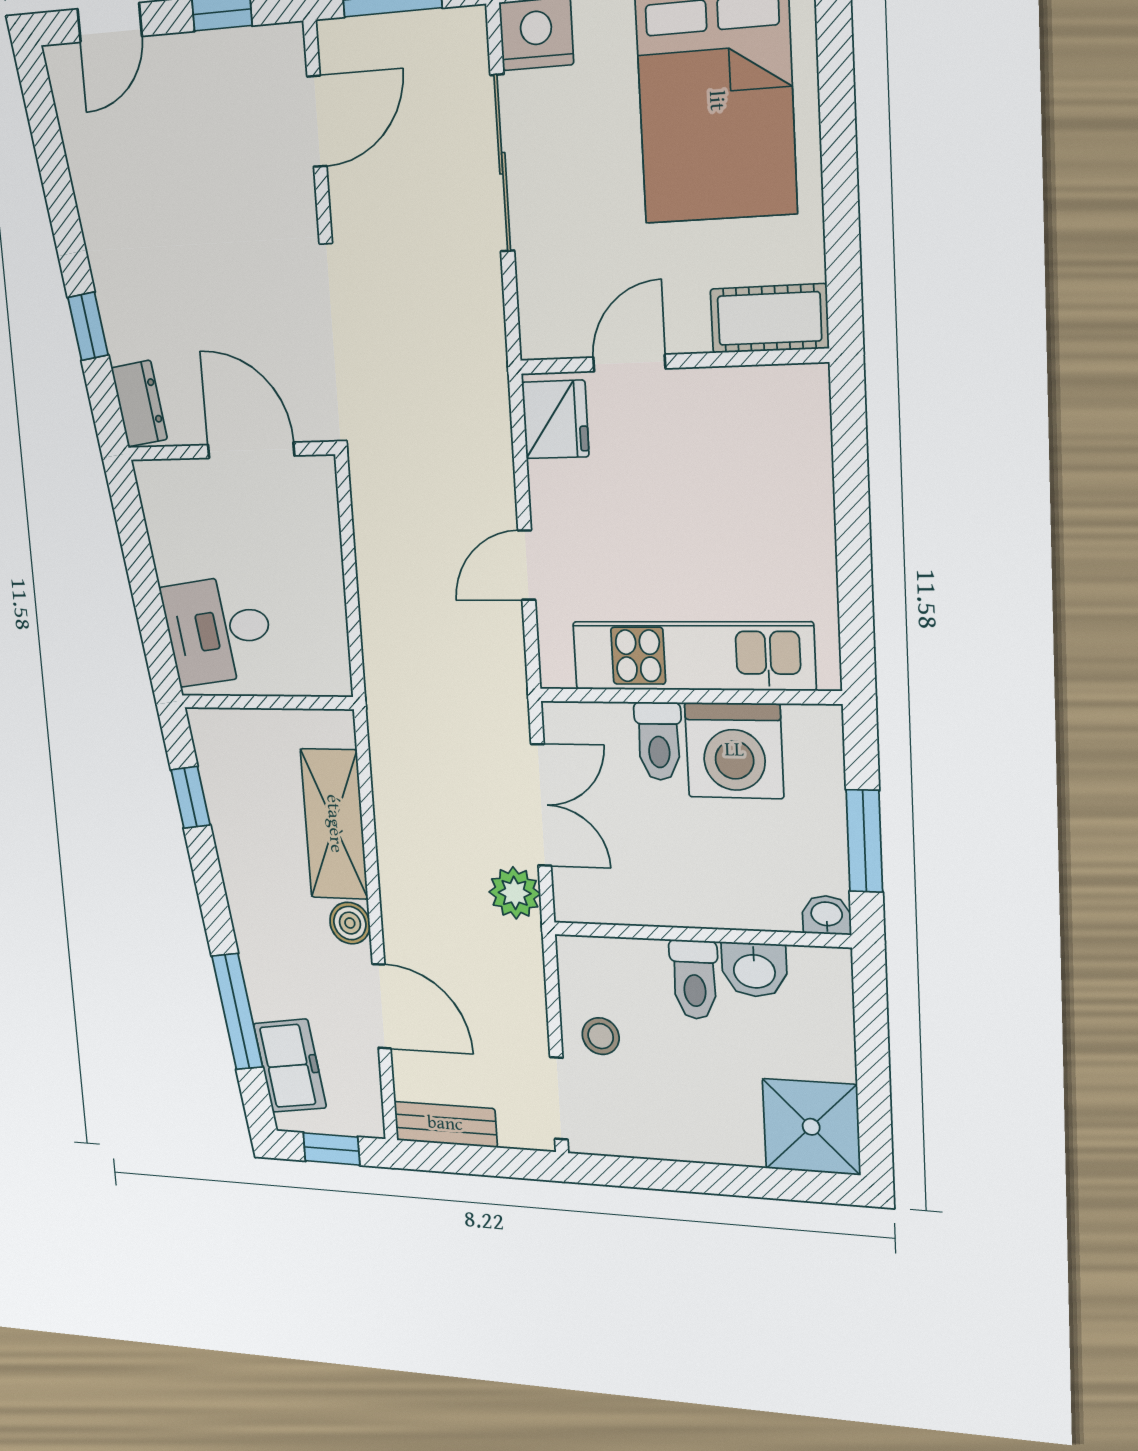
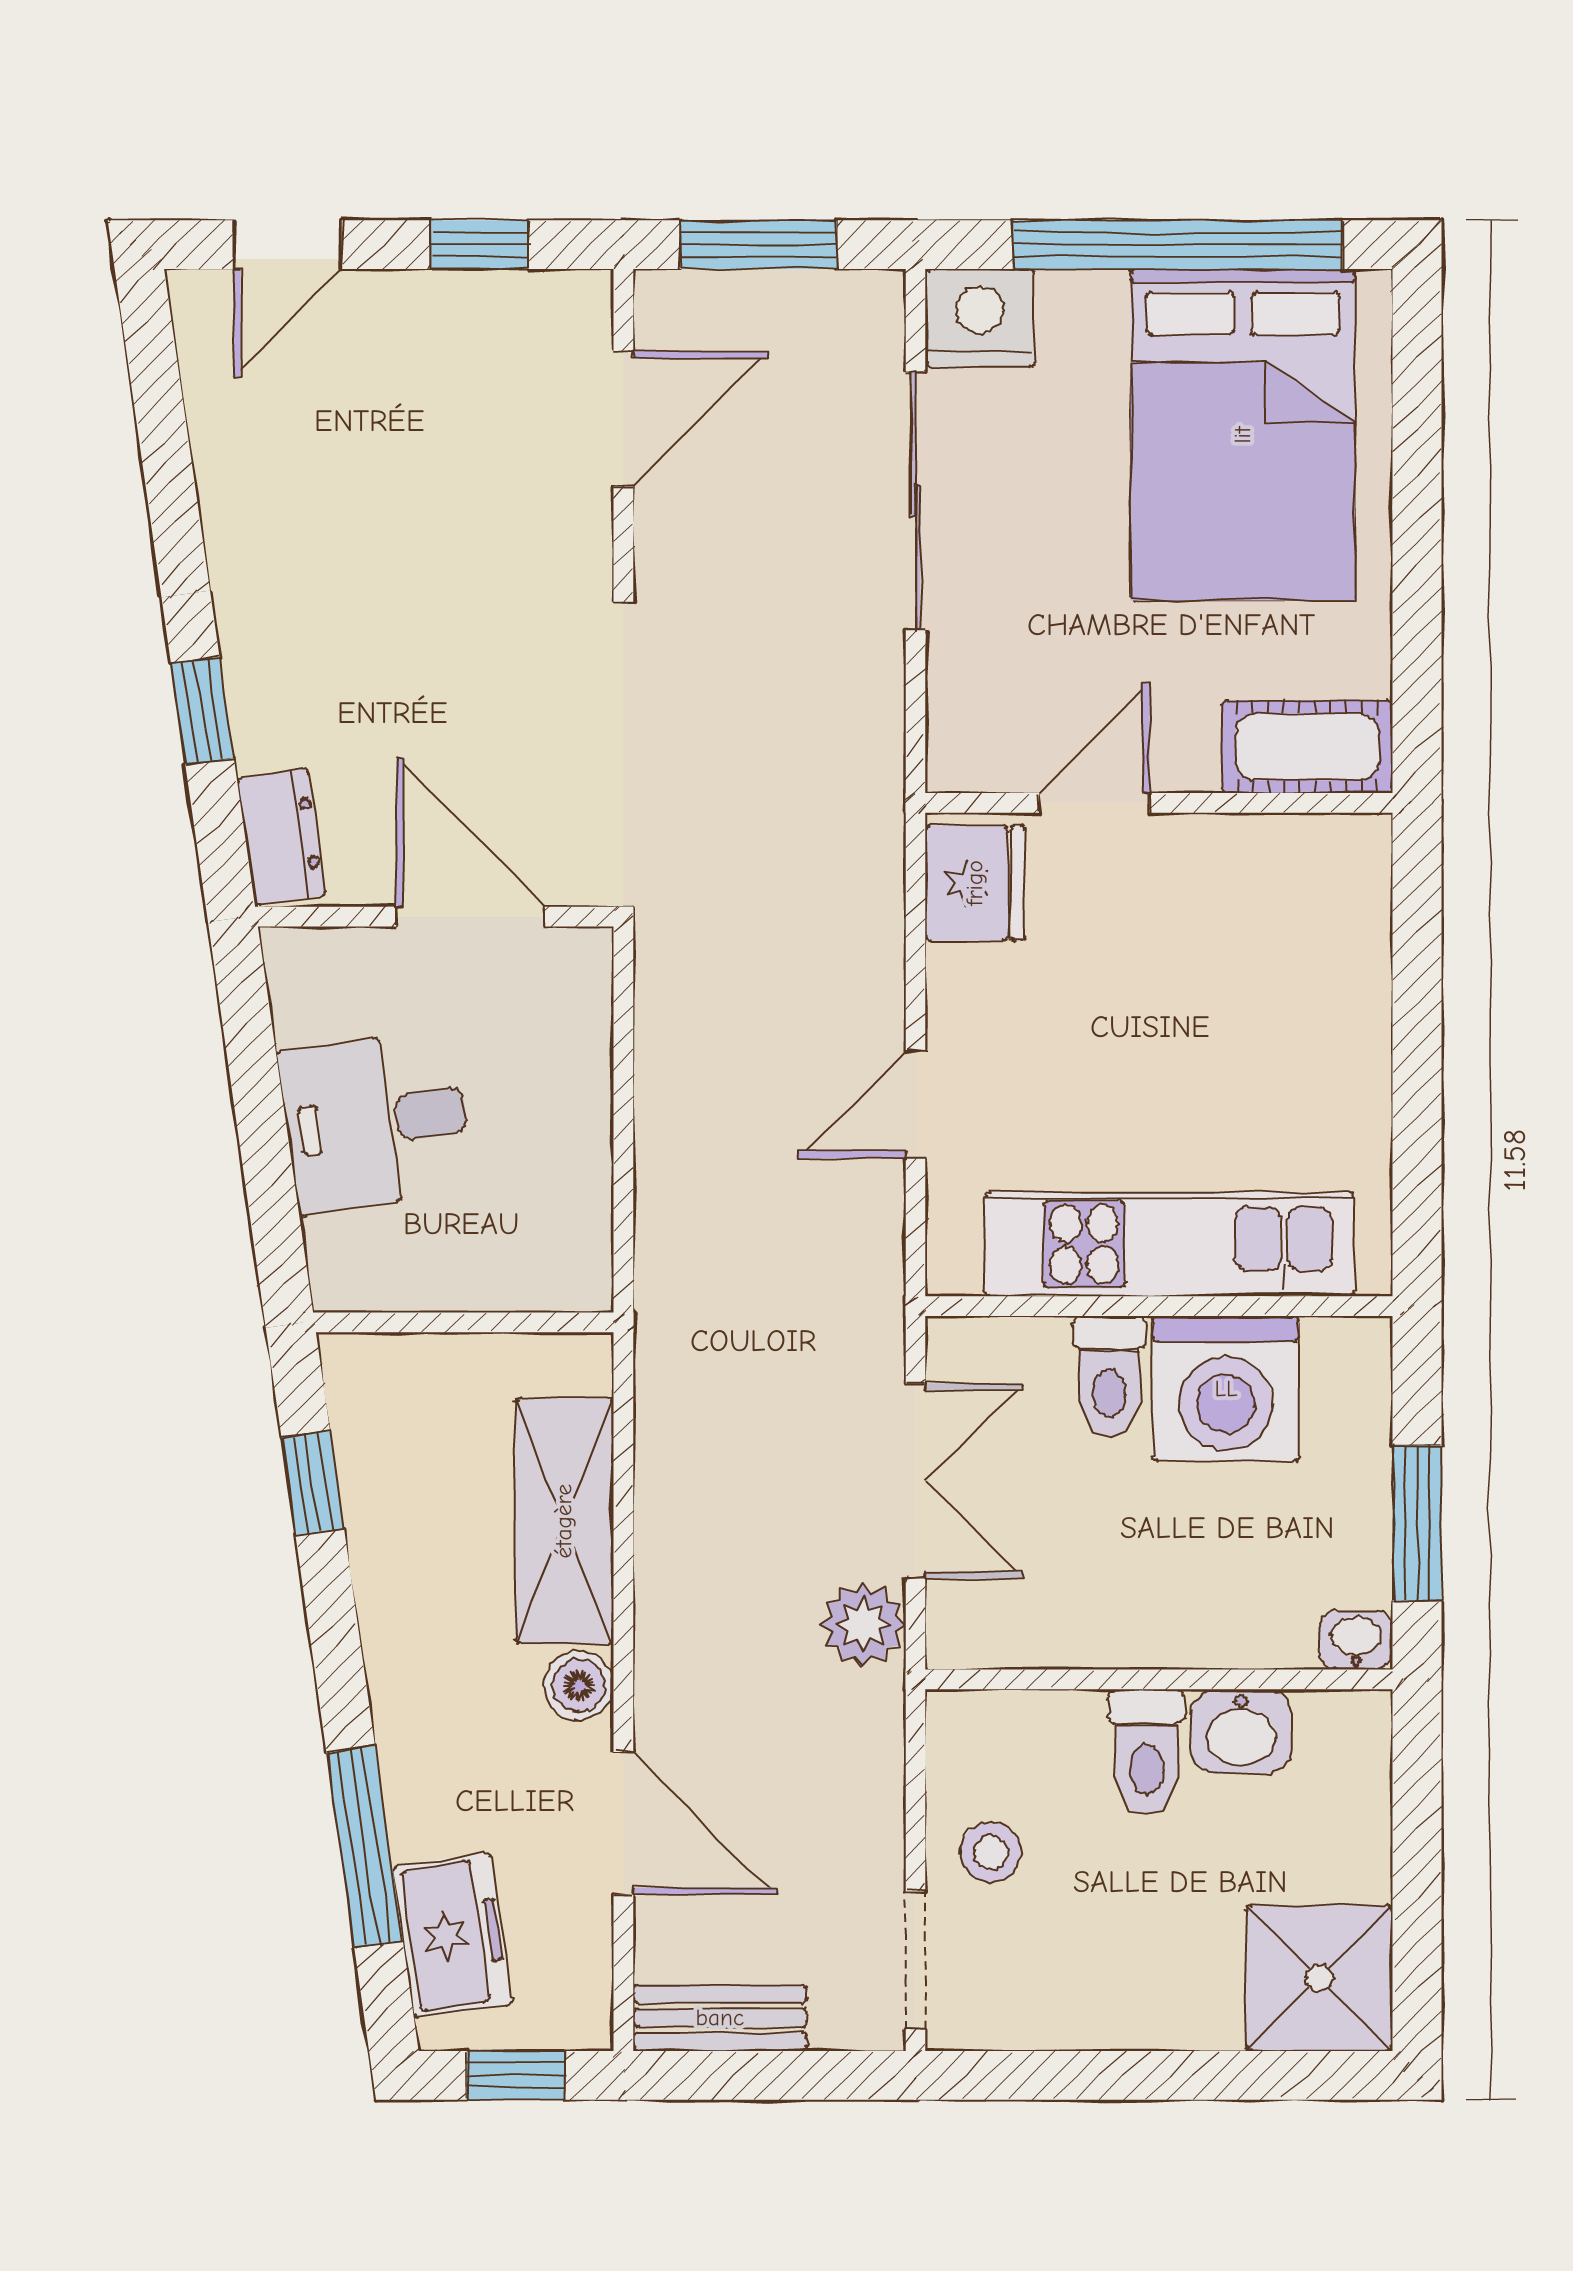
desk: (218, 630) -> (376, 1121), moved

